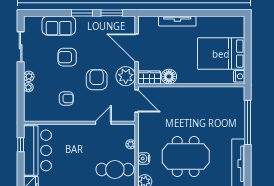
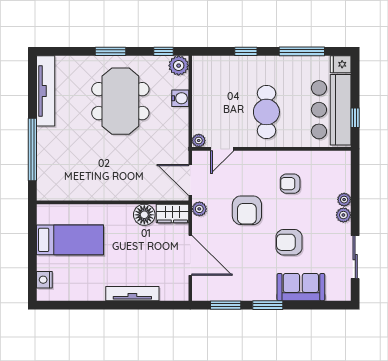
bed: (221, 54) -> (70, 240), width x0.67
armchair: (67, 57) -> (289, 242), turned 180
plant: (126, 76) -> (199, 209), width x0.53, depth x0.53
nightstand: (239, 76) -> (44, 280), moved
door: (103, 123) -> (222, 149), moved
plant: (131, 144) -> (199, 141), moved
meeting table: (186, 156) -> (120, 101), turned 90
cafe table: (115, 169) -> (266, 112), moved, turned 90

